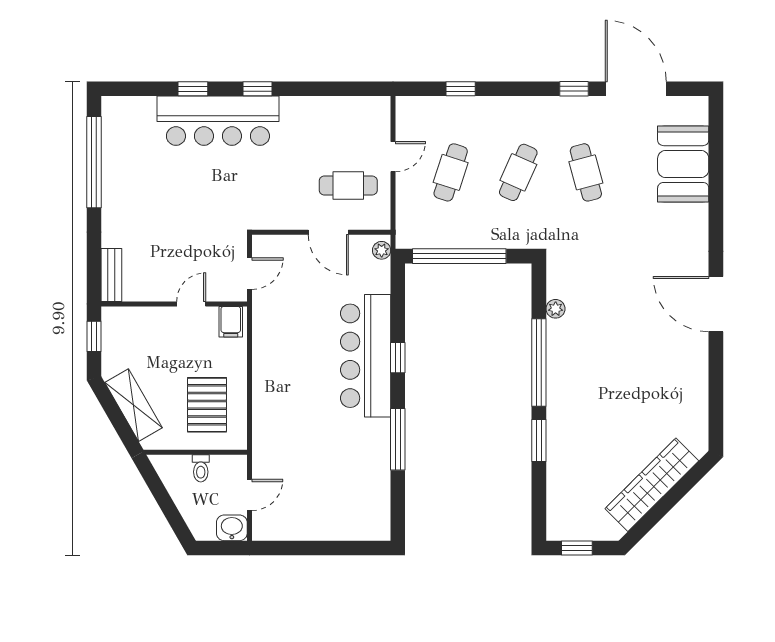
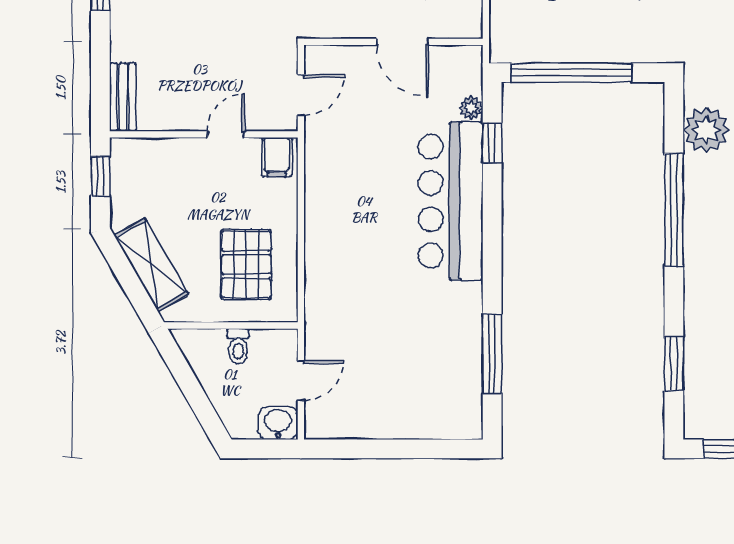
plant: (382, 250) -> (471, 108), moved
plant: (556, 309) -> (706, 130), width x1.88, depth x1.88
window: (398, 358) -> (492, 143), moved
window: (398, 439) -> (492, 354), moved
window: (539, 441) -> (674, 364), moved

